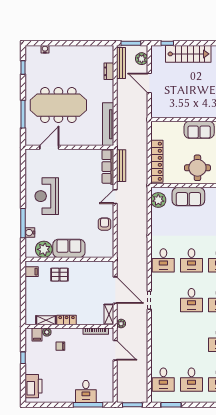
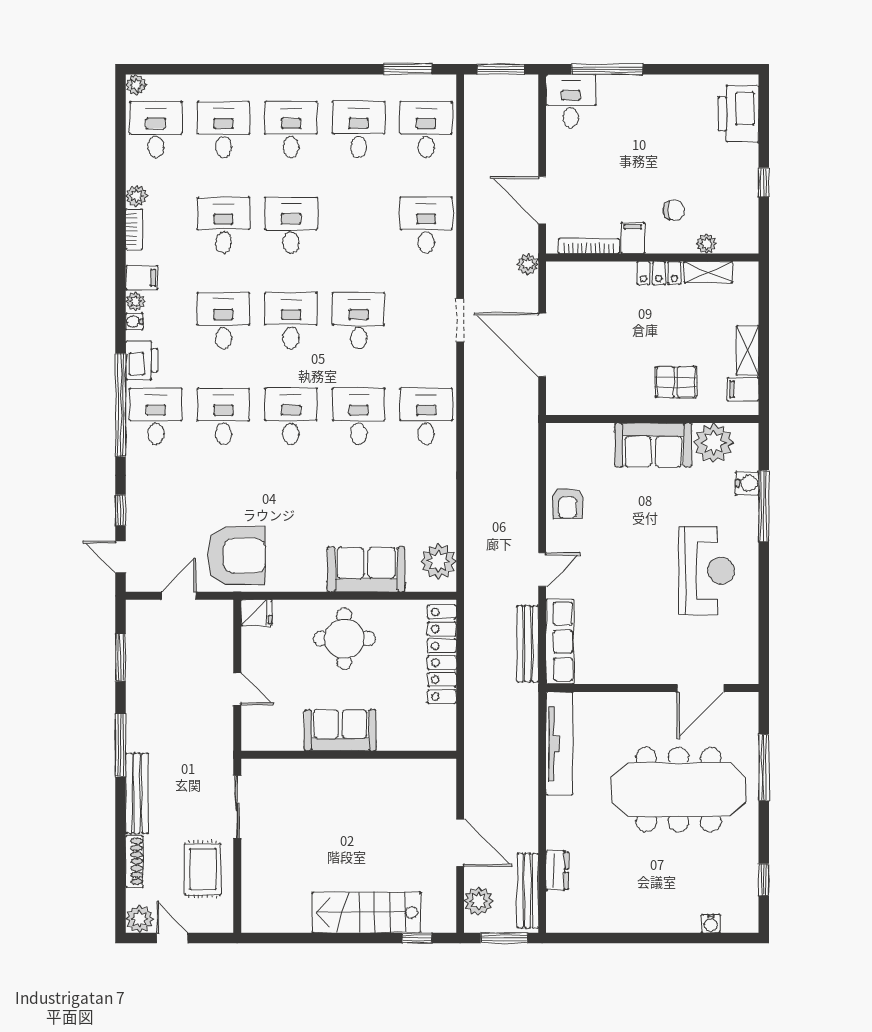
shelving: (109, 314) -> (747, 350), moved
filing cabinet: (37, 335) -> (633, 238), moved
desk: (163, 340) -> (426, 225), added
desk: (86, 391) -> (571, 101), moved

